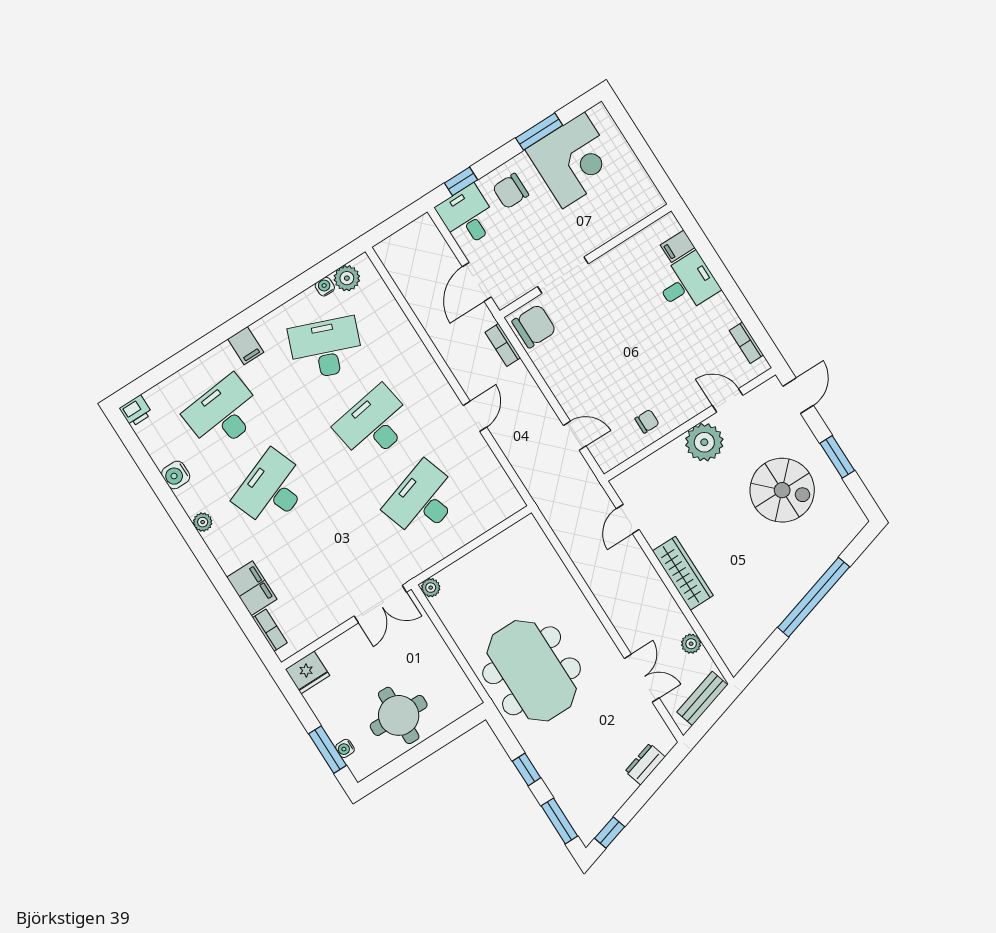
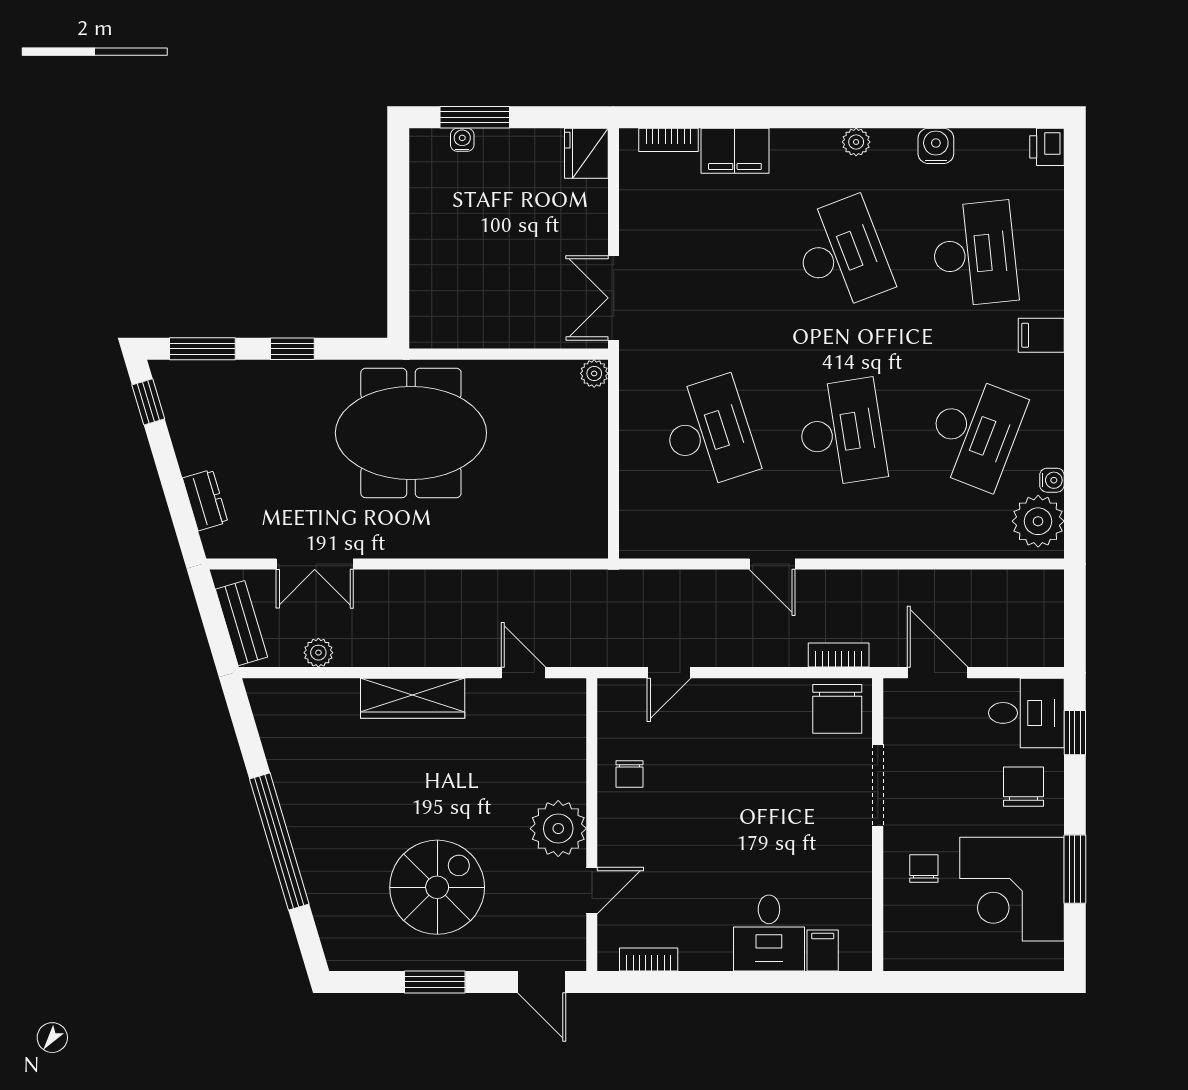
chair: (594, 218) -> (924, 868), added
plant: (347, 278) -> (1038, 521), width x1.36, depth x1.36
spiral stairs: (782, 490) -> (437, 887), turned 180
round table: (399, 715) -> (461, 233), removed

